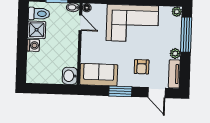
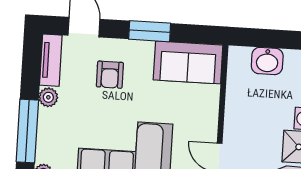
armchair: (142, 67) -> (110, 75), turned 180
washbasin: (70, 76) -> (267, 61), moved, turned 90

